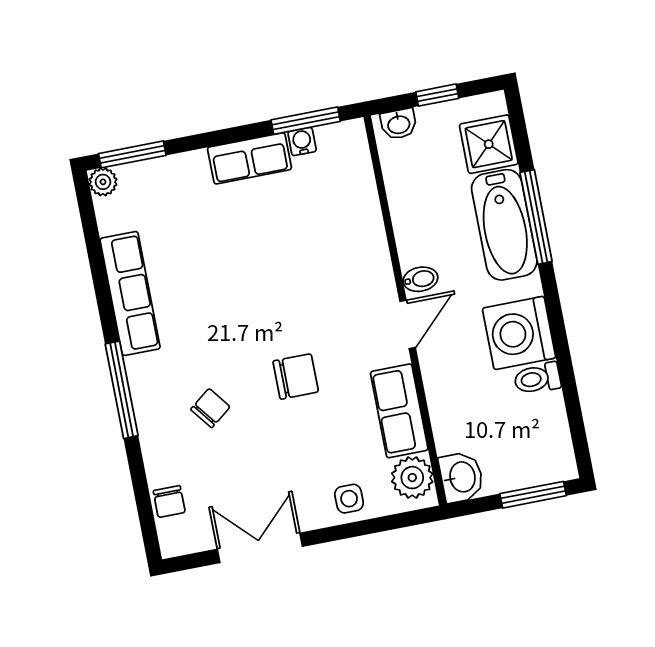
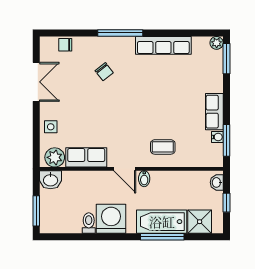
coffee table: (346, 253) -> (163, 147), added
chair: (296, 376) -> (111, 113), removed

